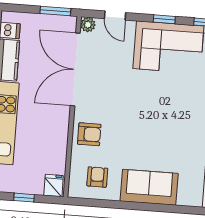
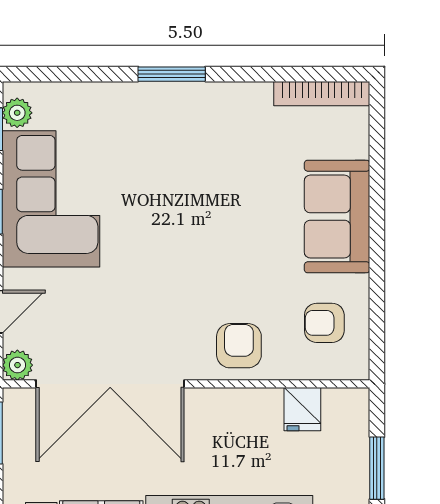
fridge: (54, 185) -> (302, 409), moved, turned -90
window: (24, 198) -> (377, 468), width x1.50

